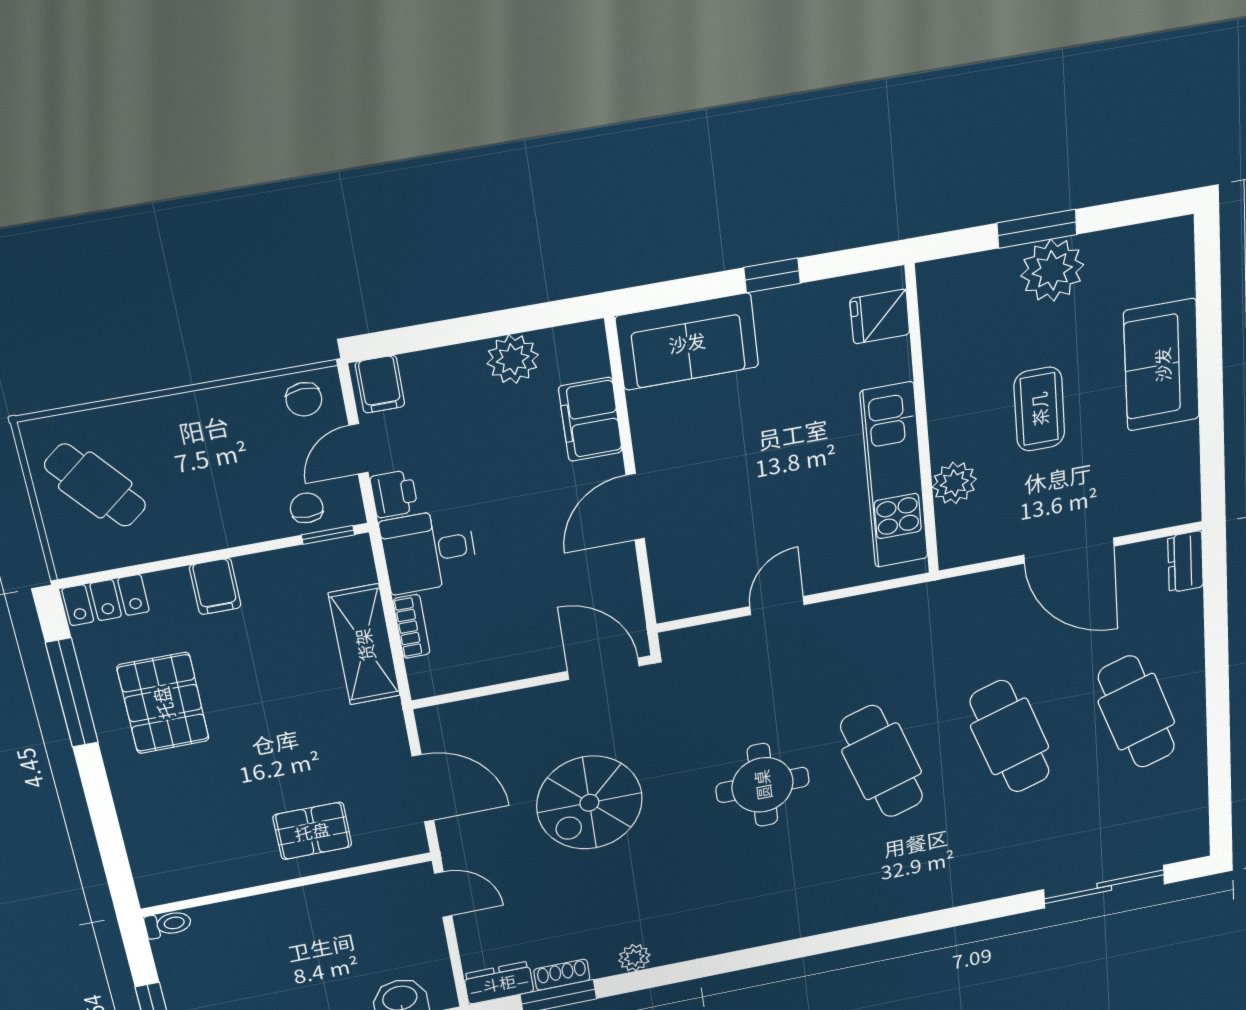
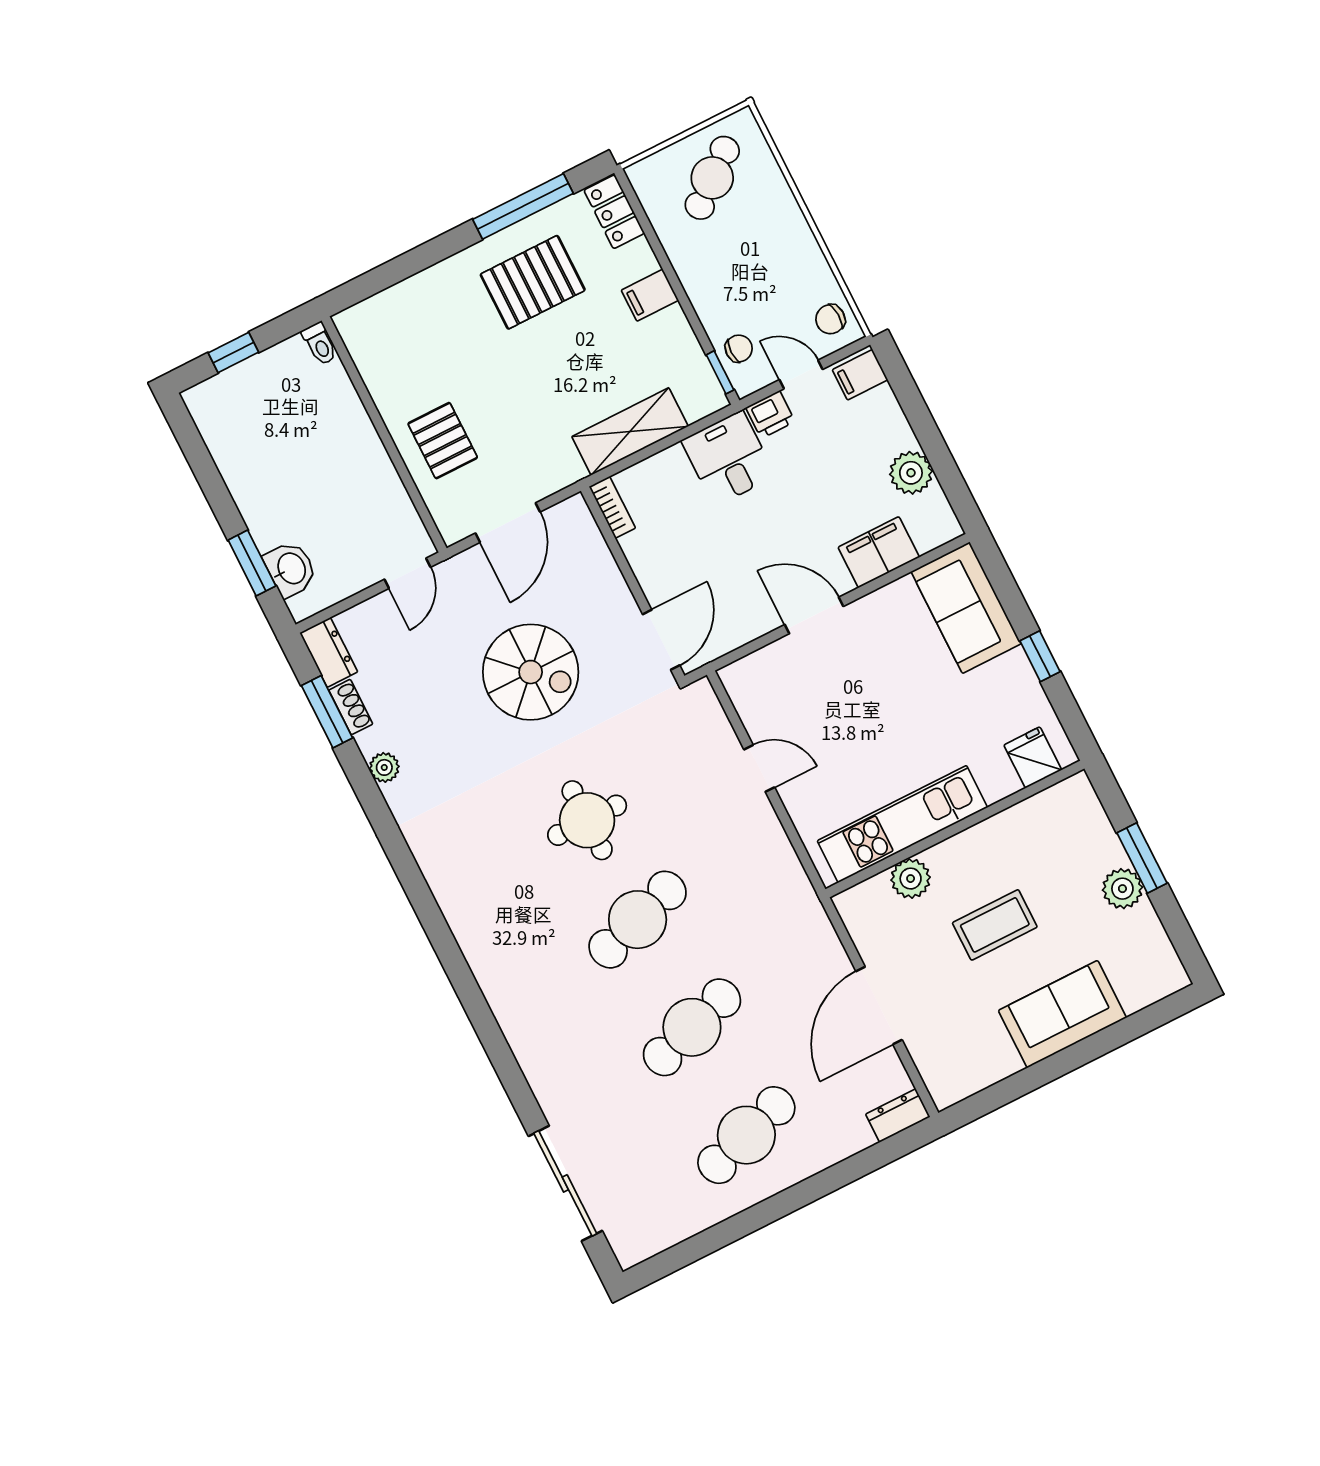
plant: (1052, 270) -> (1122, 889), width x0.73, depth x0.73
bookcase: (411, 626) -> (612, 507), moved, turned -90
spiral stairs: (589, 803) -> (531, 672), turned 180

